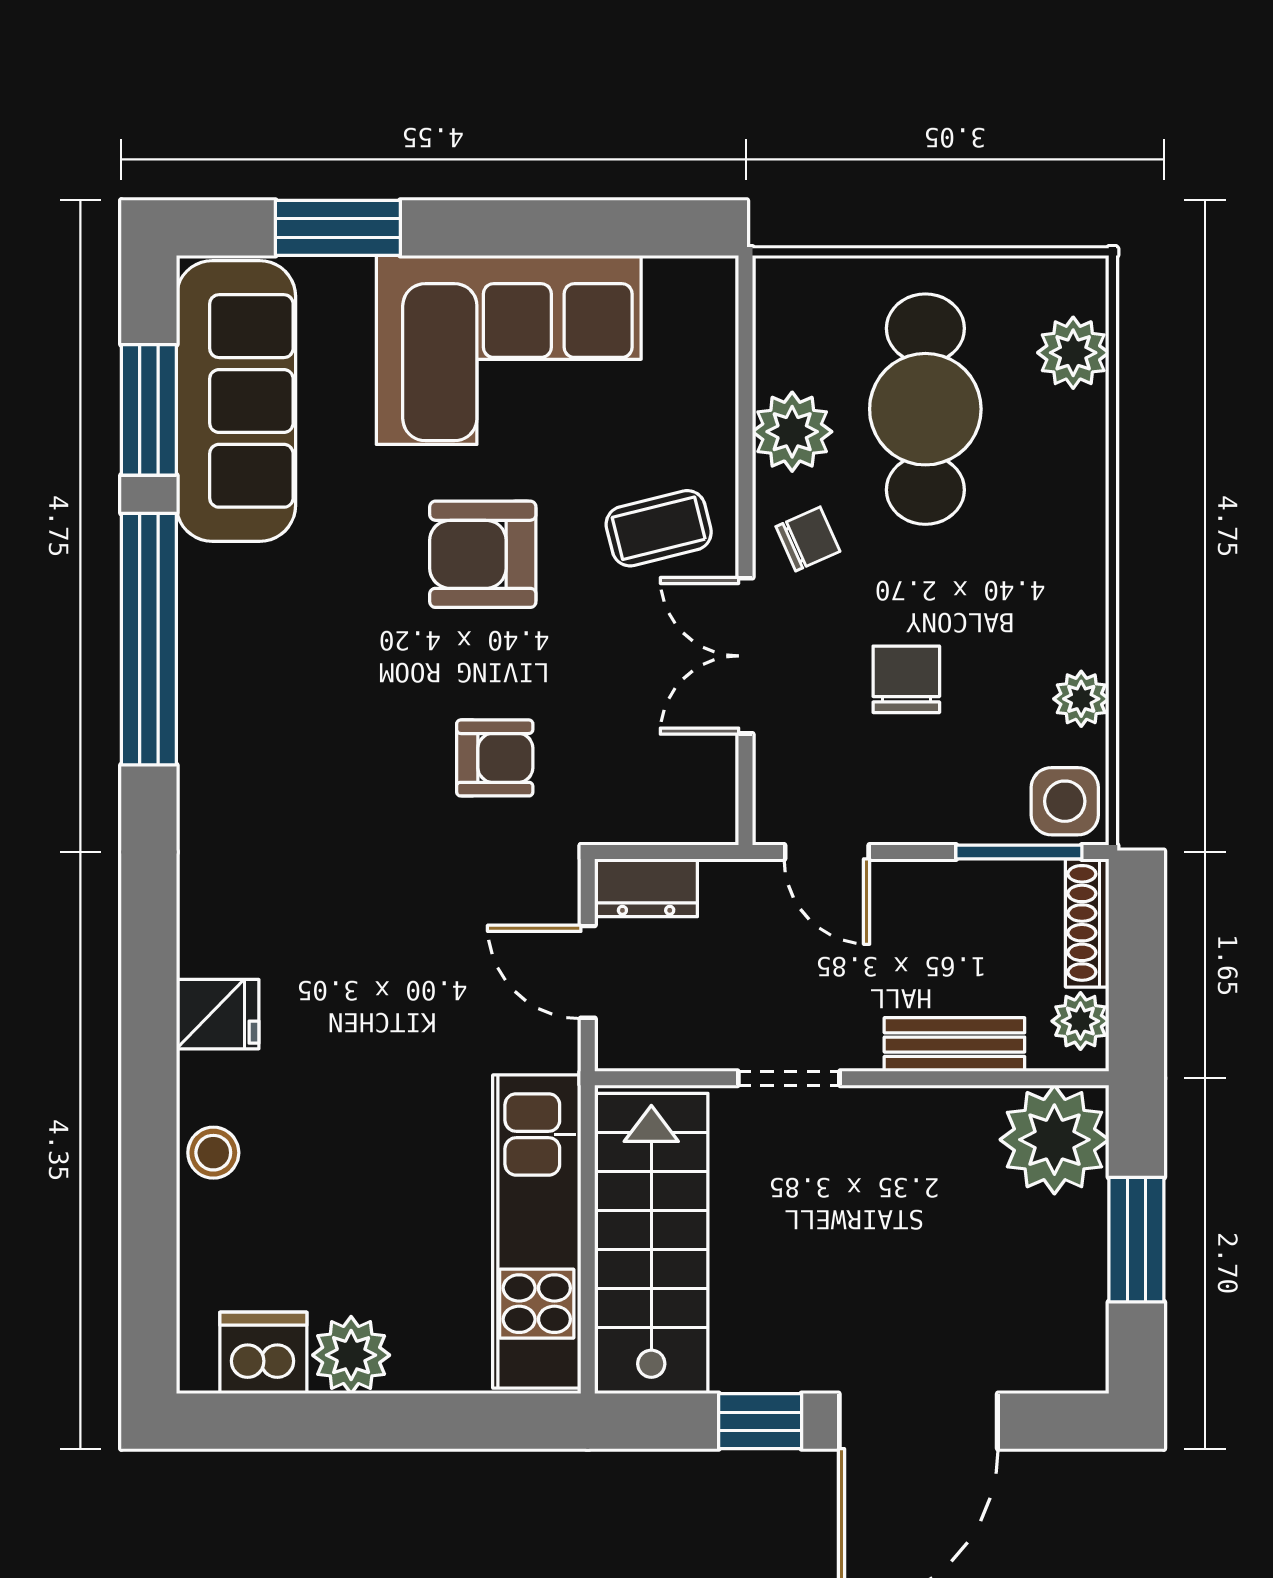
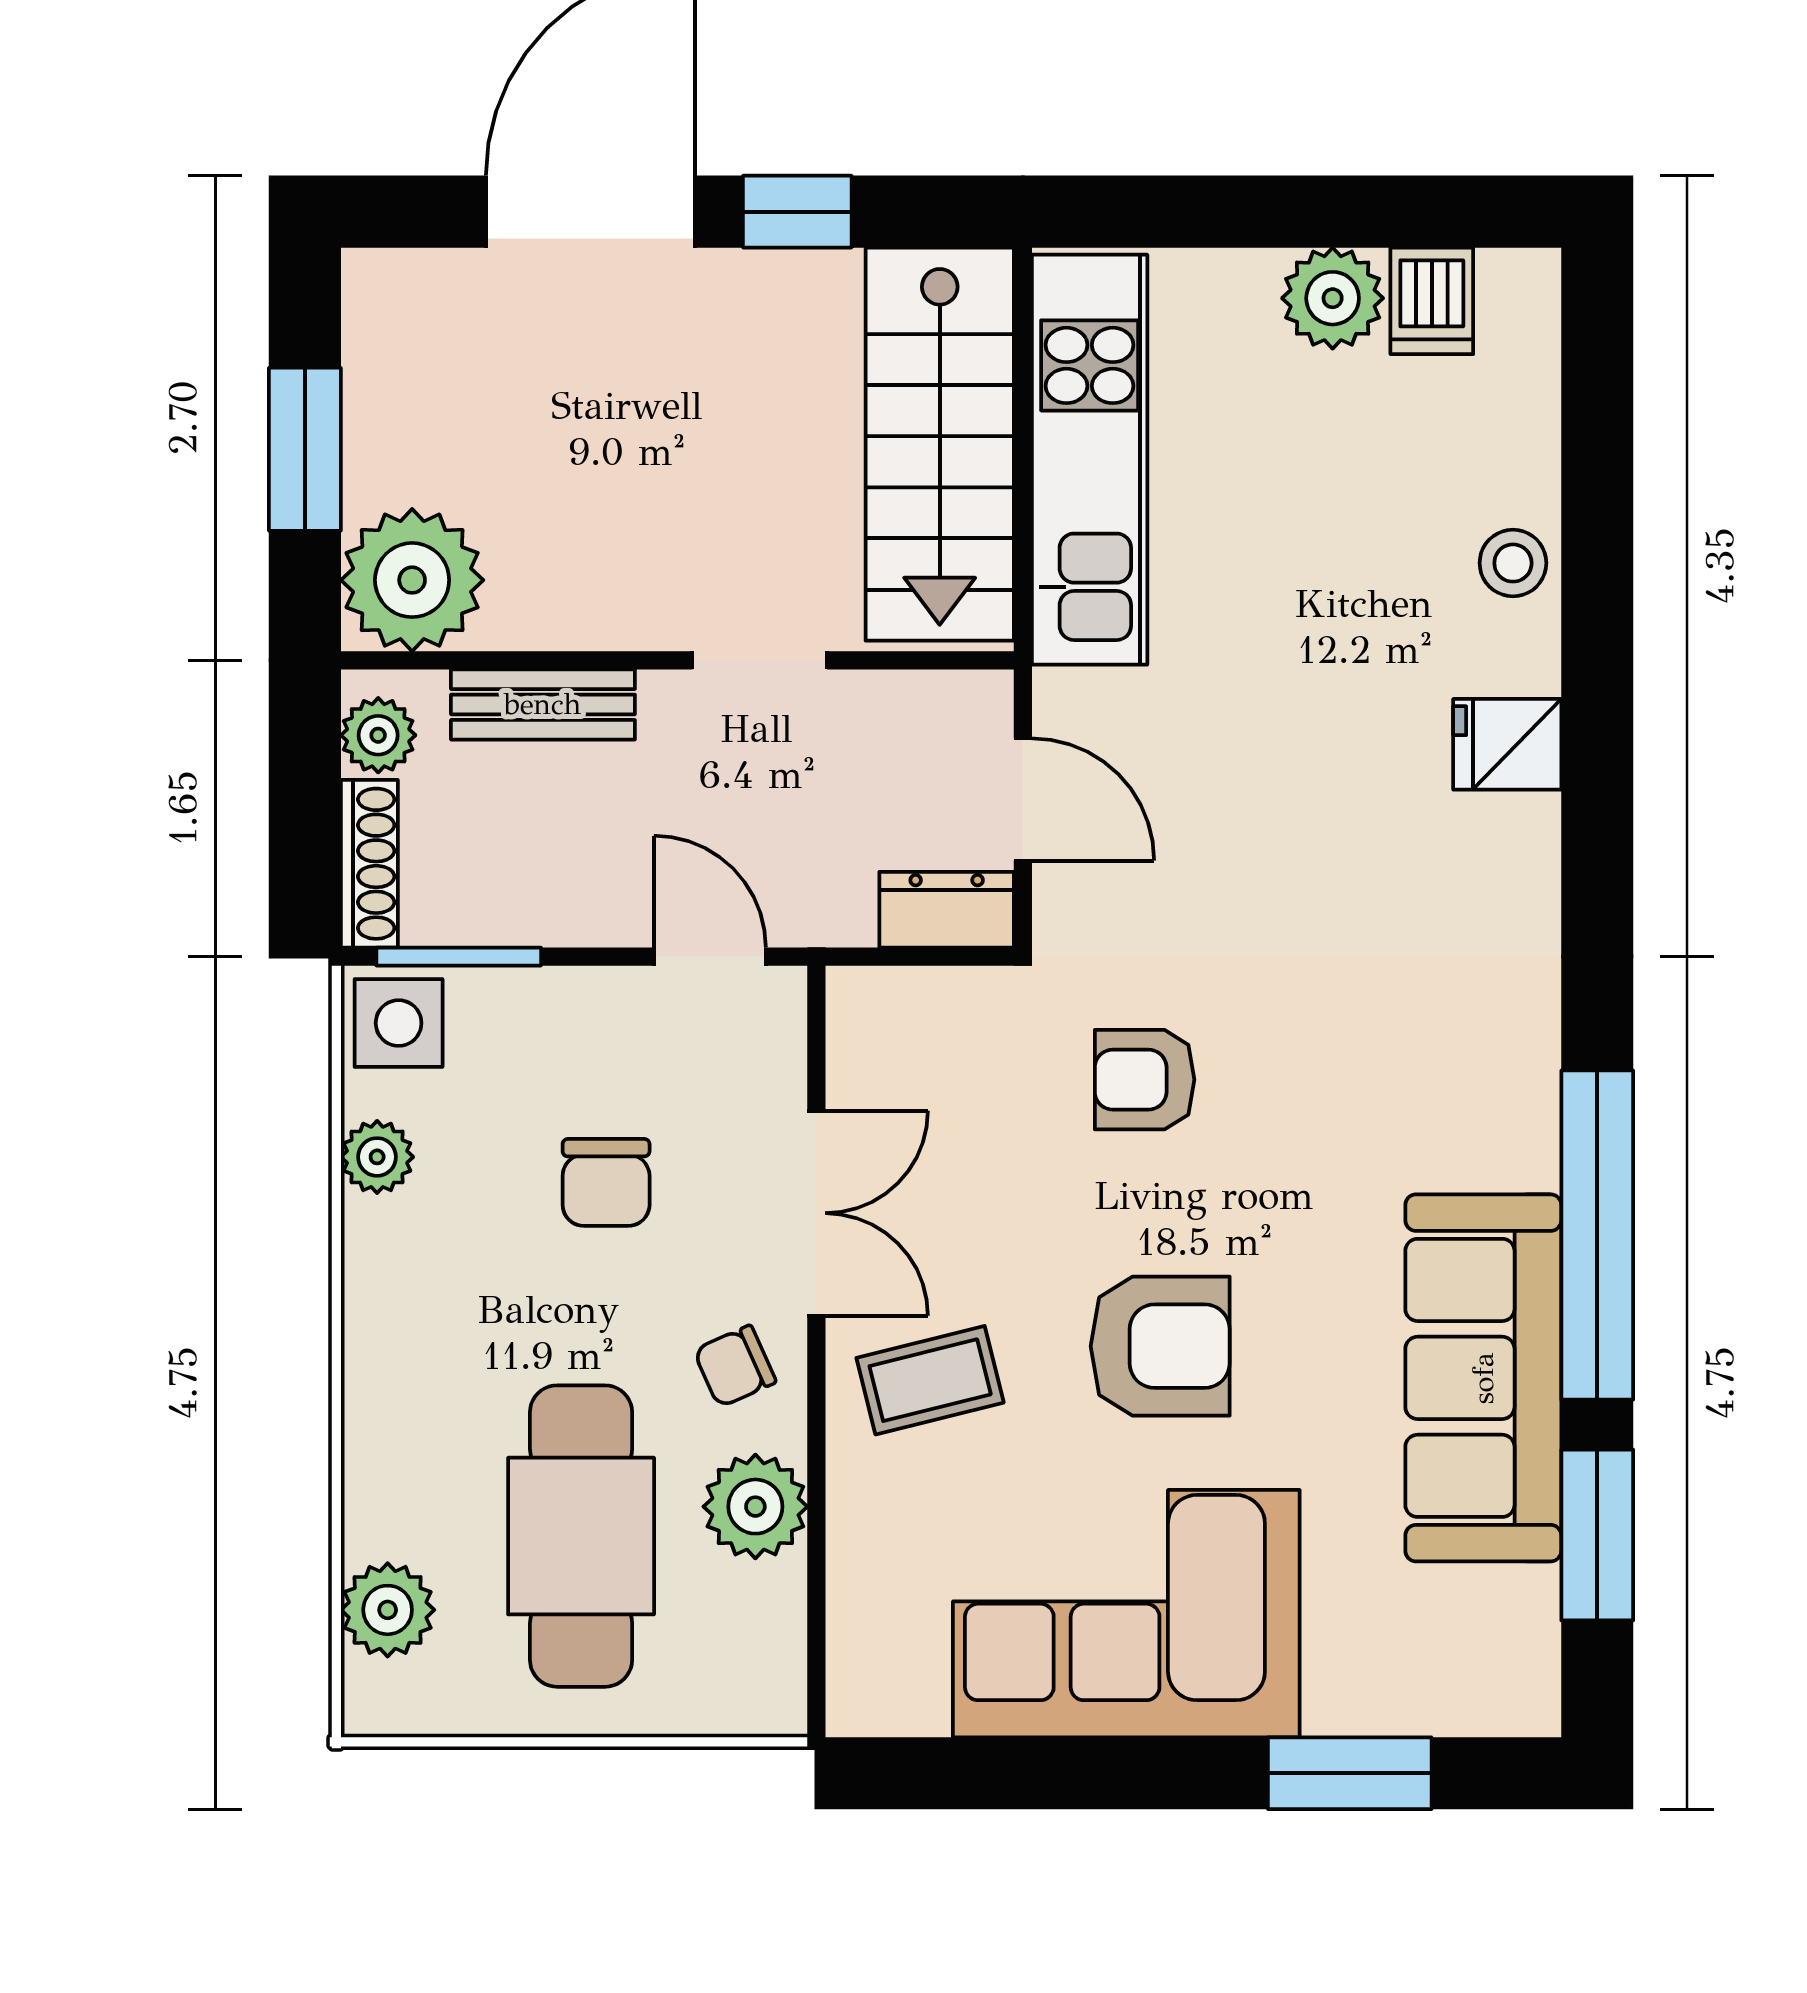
sofa: (236, 401) -> (1483, 1378), moved
dishwasher: (263, 1353) -> (1432, 301), width x0.73

